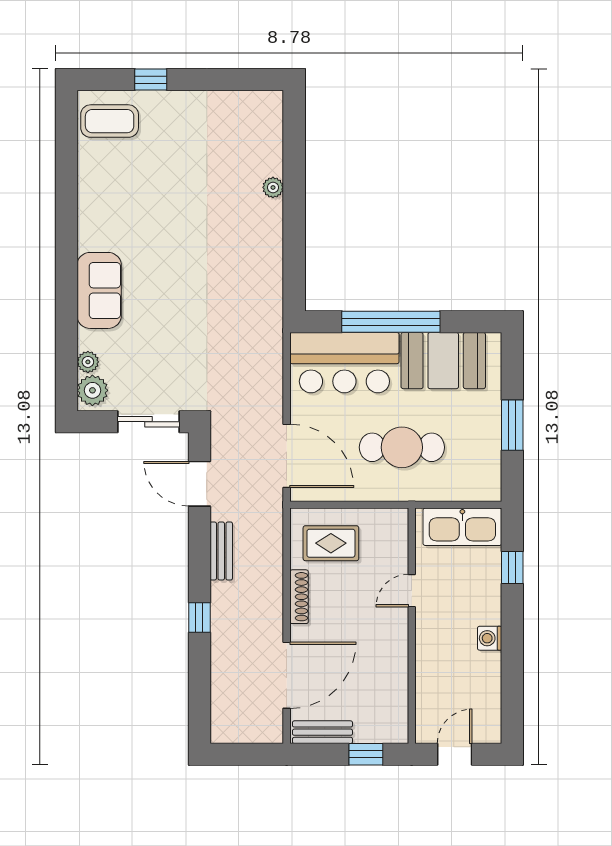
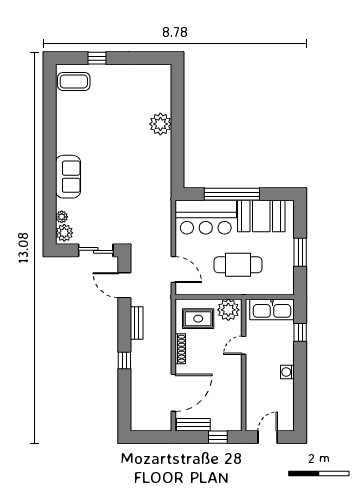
plant: (273, 187) -> (160, 124), width x1.88, depth x1.88
door: (287, 456) -> (173, 270), width x0.73
plant: (384, 527) -> (228, 310), added

